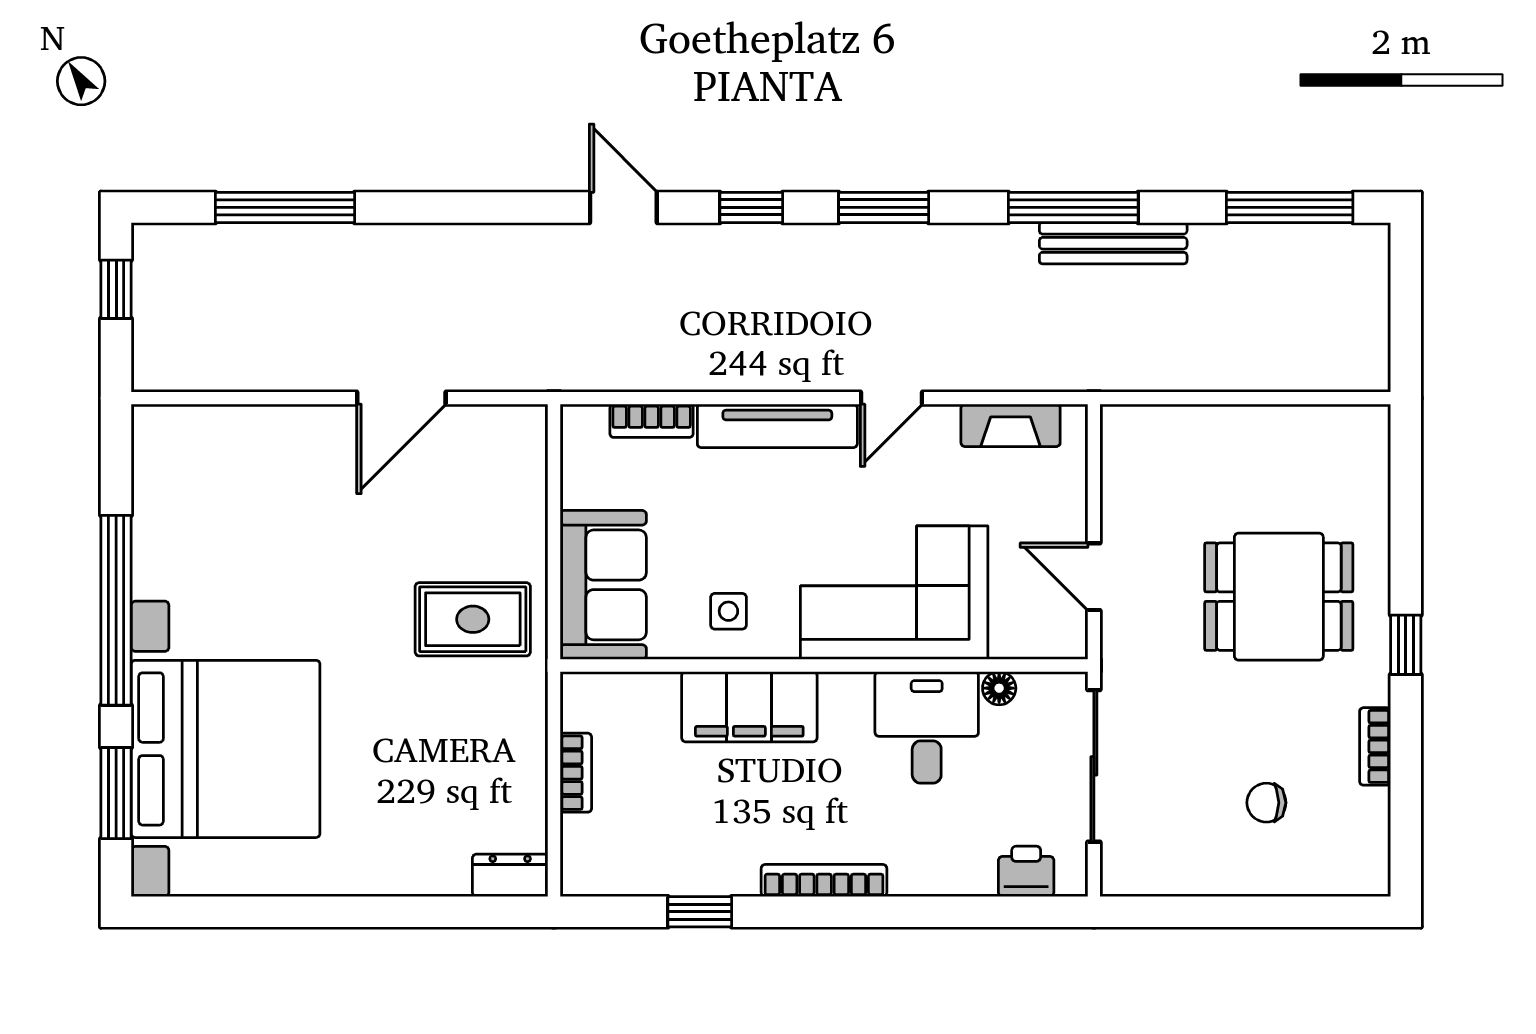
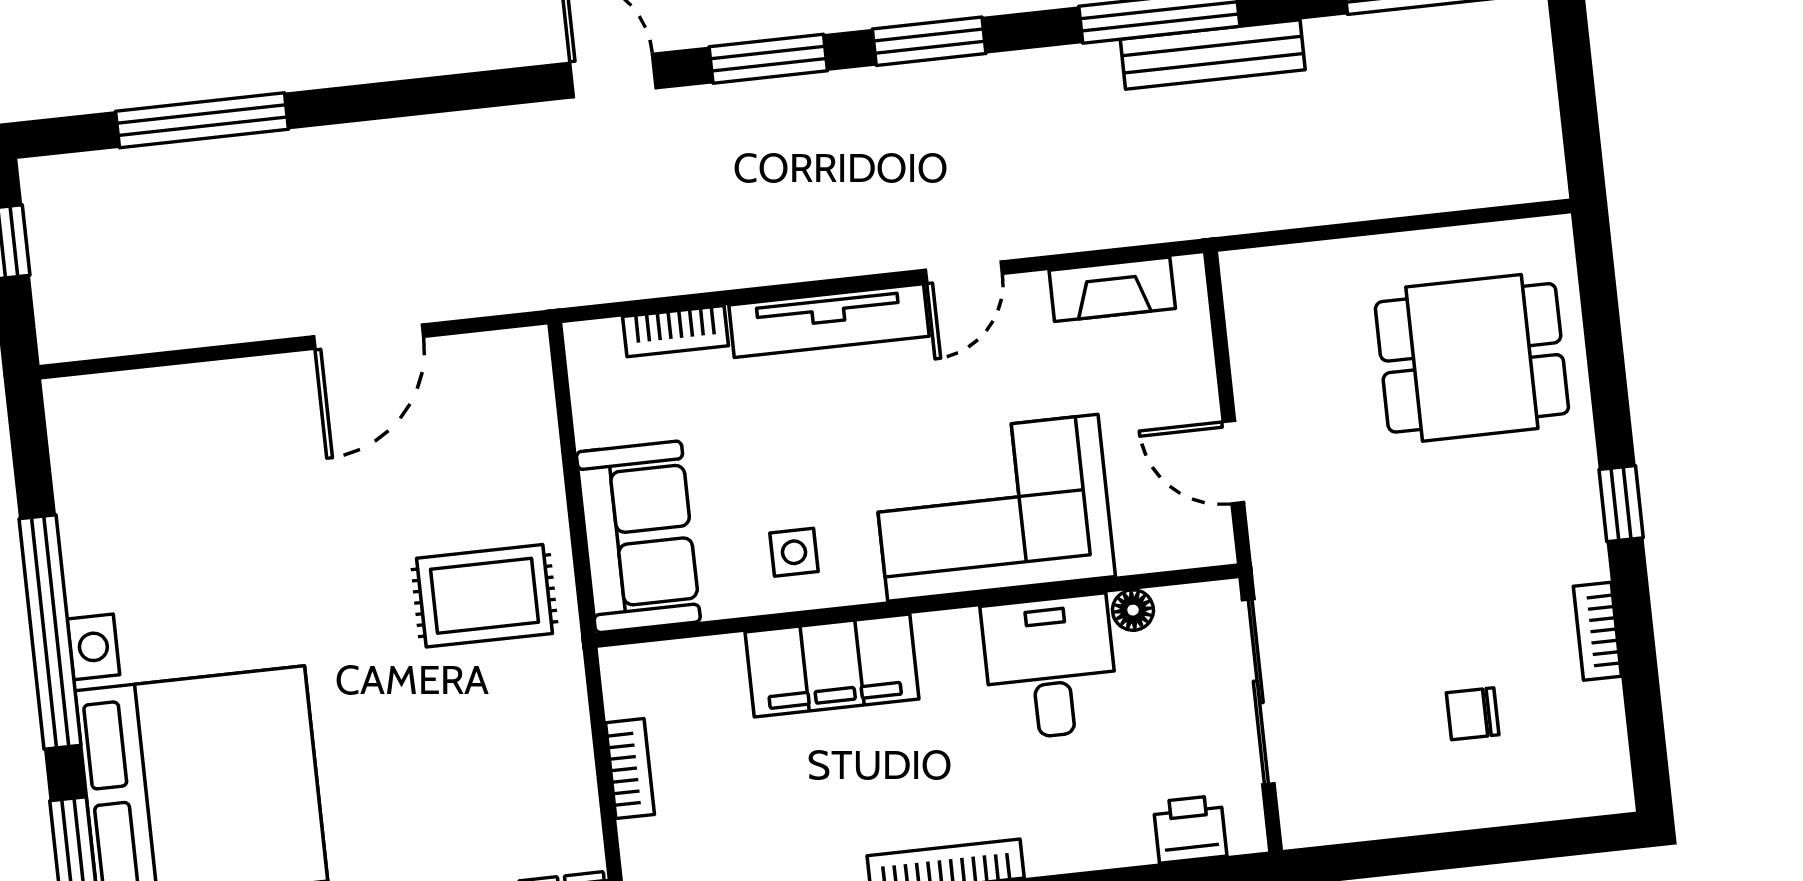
window: (751, 207) -> (768, 59), width x1.50
dining table: (1279, 597) -> (1472, 358), moved

